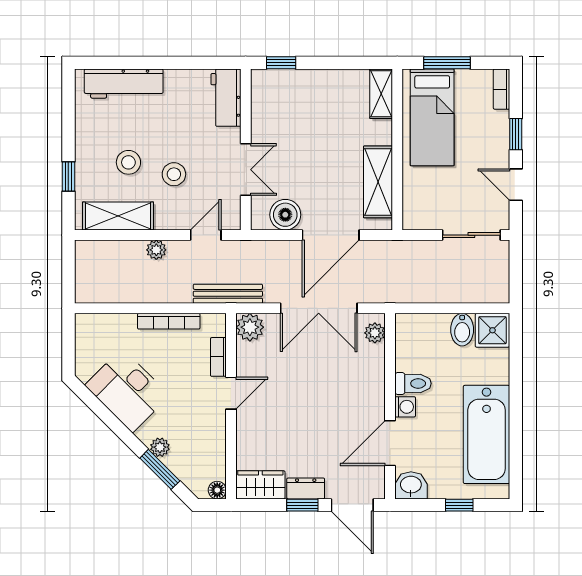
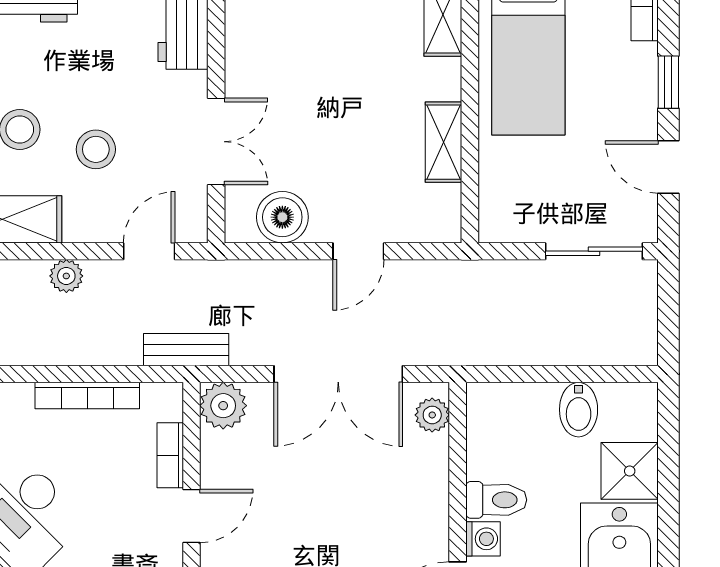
shelving: (378, 182) -> (444, 142), width x0.67, depth x0.75
door: (331, 235) -> (358, 251), width x0.53
bench: (228, 294) -> (186, 350), width x0.73
shower: (492, 330) -> (630, 471), moved

